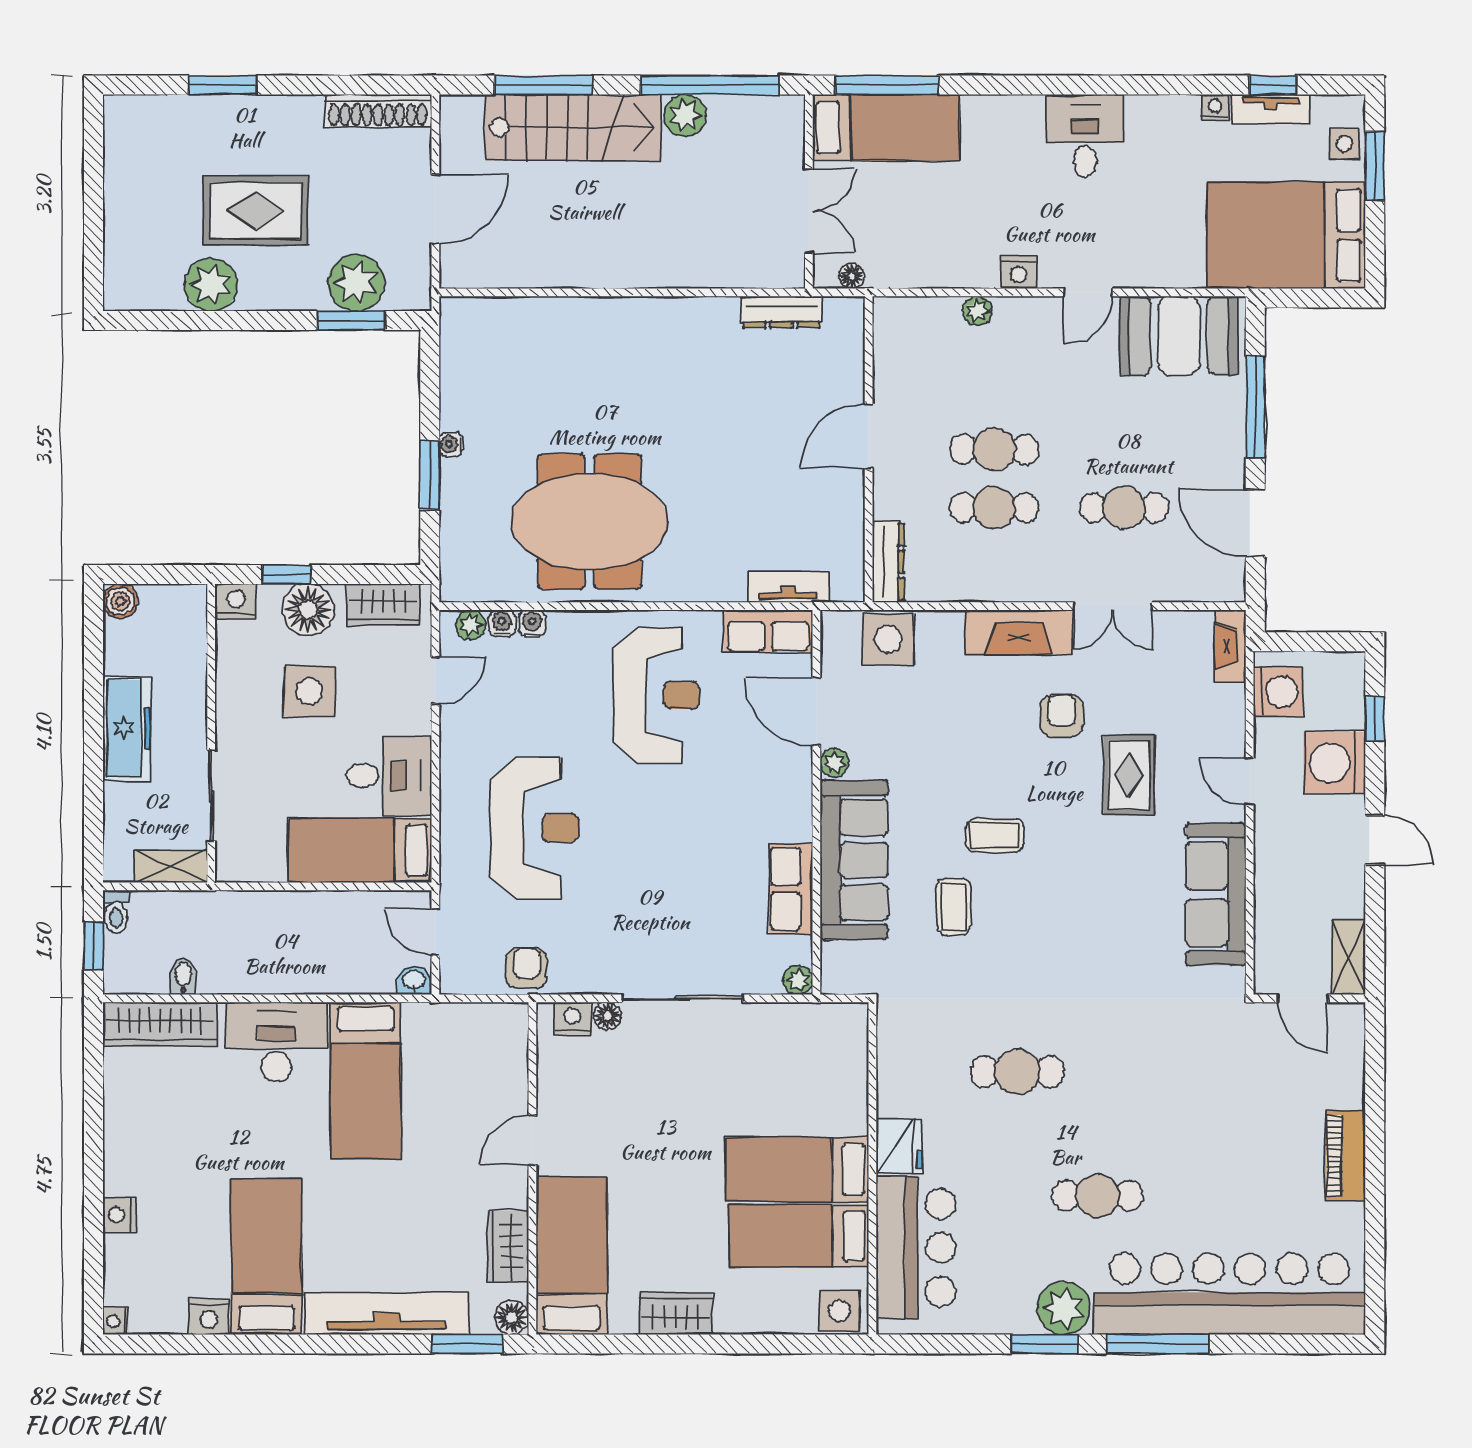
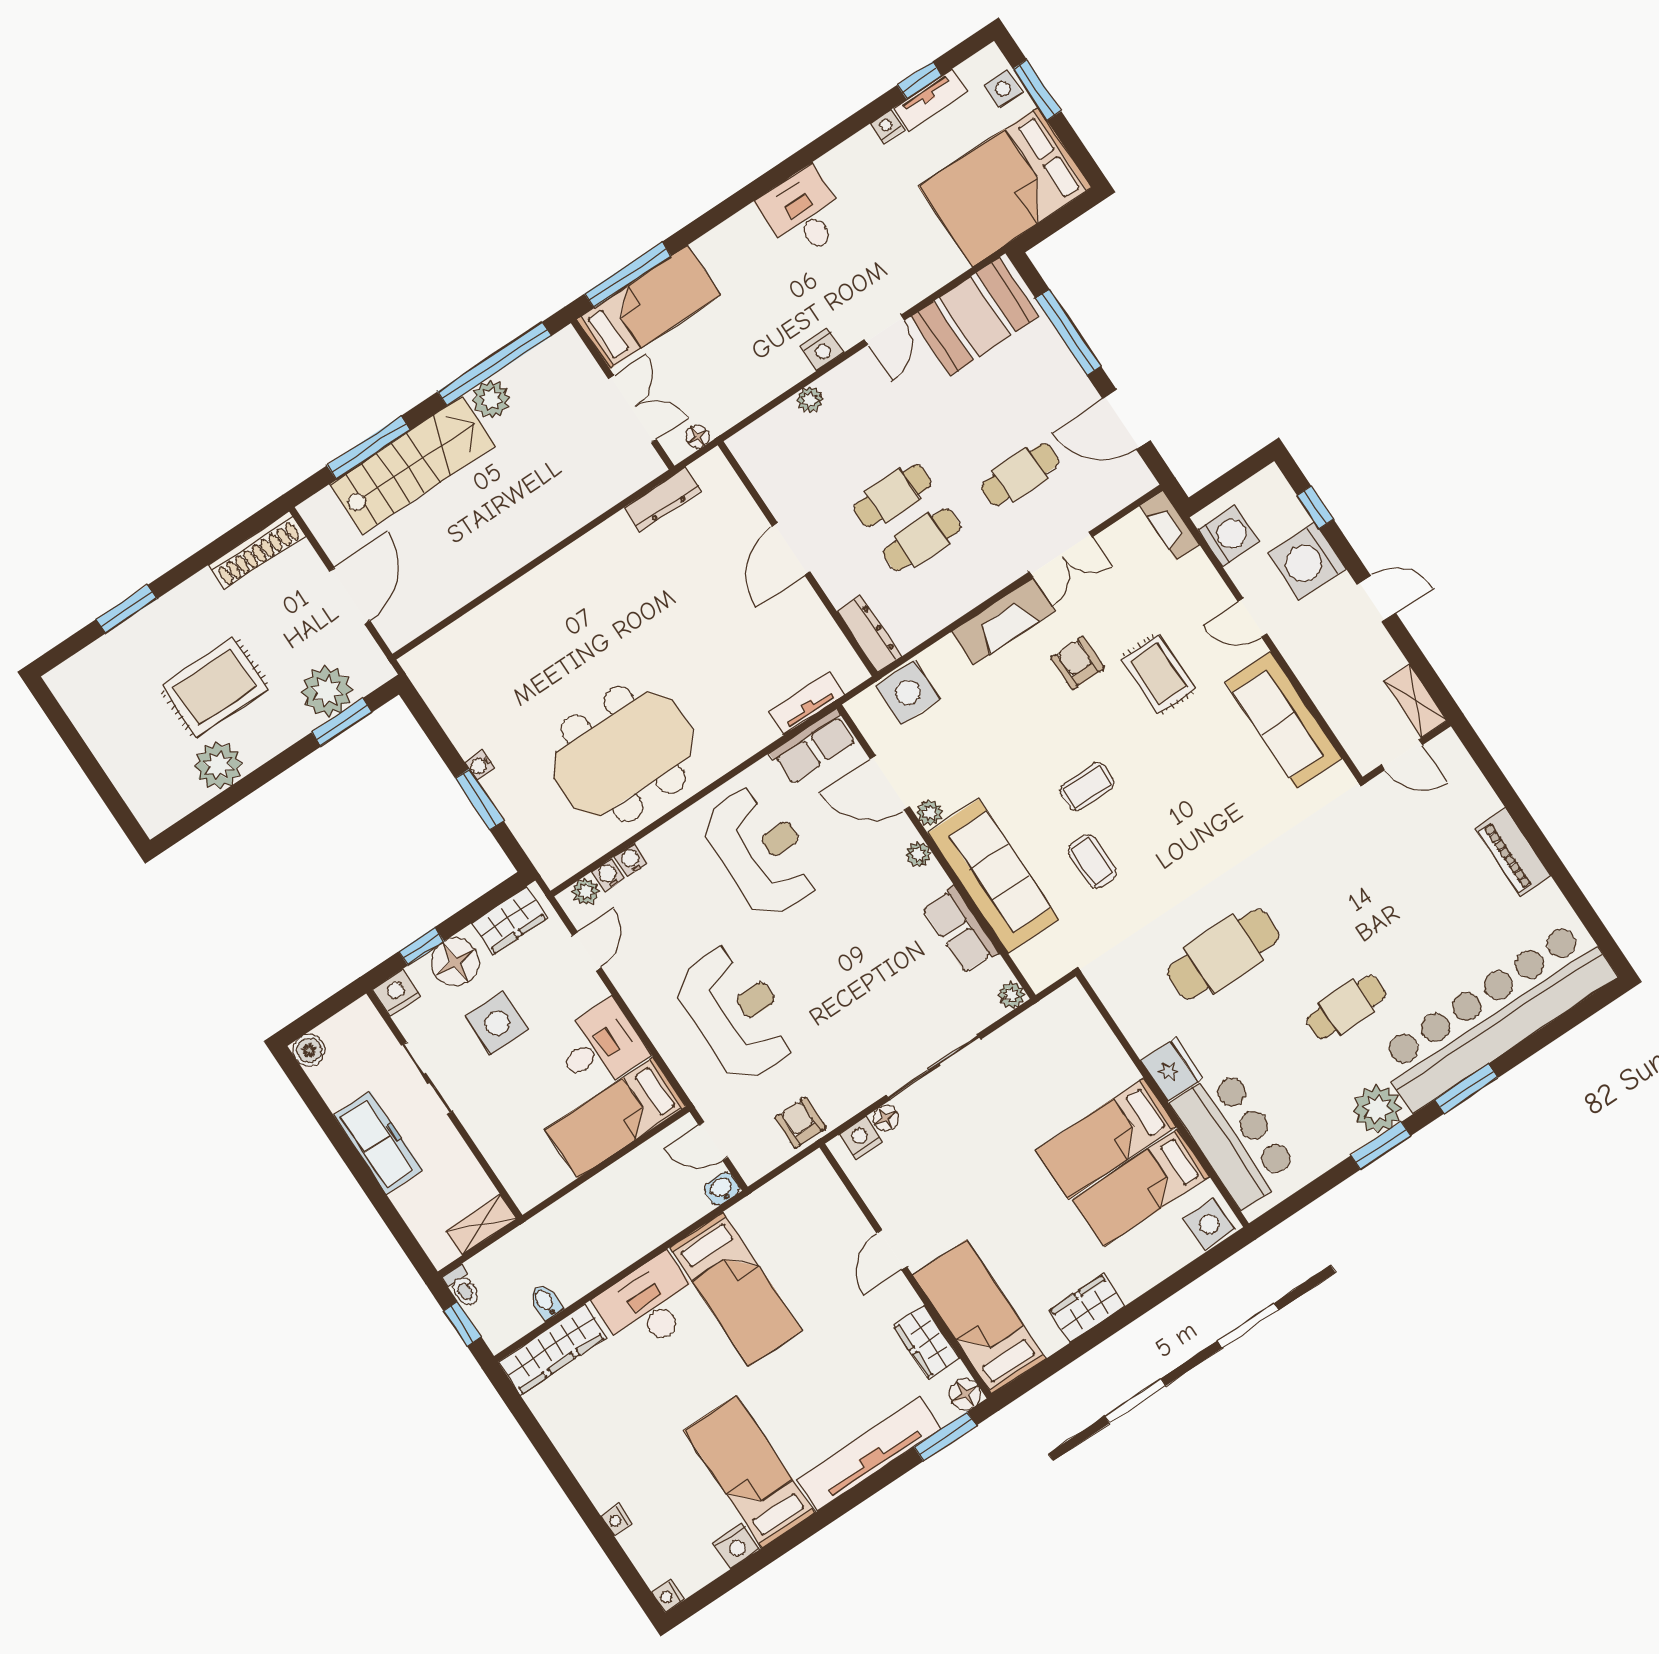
plant: (799, 794) -> (918, 854), added
sliding door: (211, 796) -> (427, 1078), moved
cafe table: (1017, 1072) -> (1223, 954), width x1.37, depth x1.35
nightstand: (119, 1215) -> (617, 1520), width x0.72, depth x0.74
window: (1158, 1344) -> (1466, 1089), width x0.69

